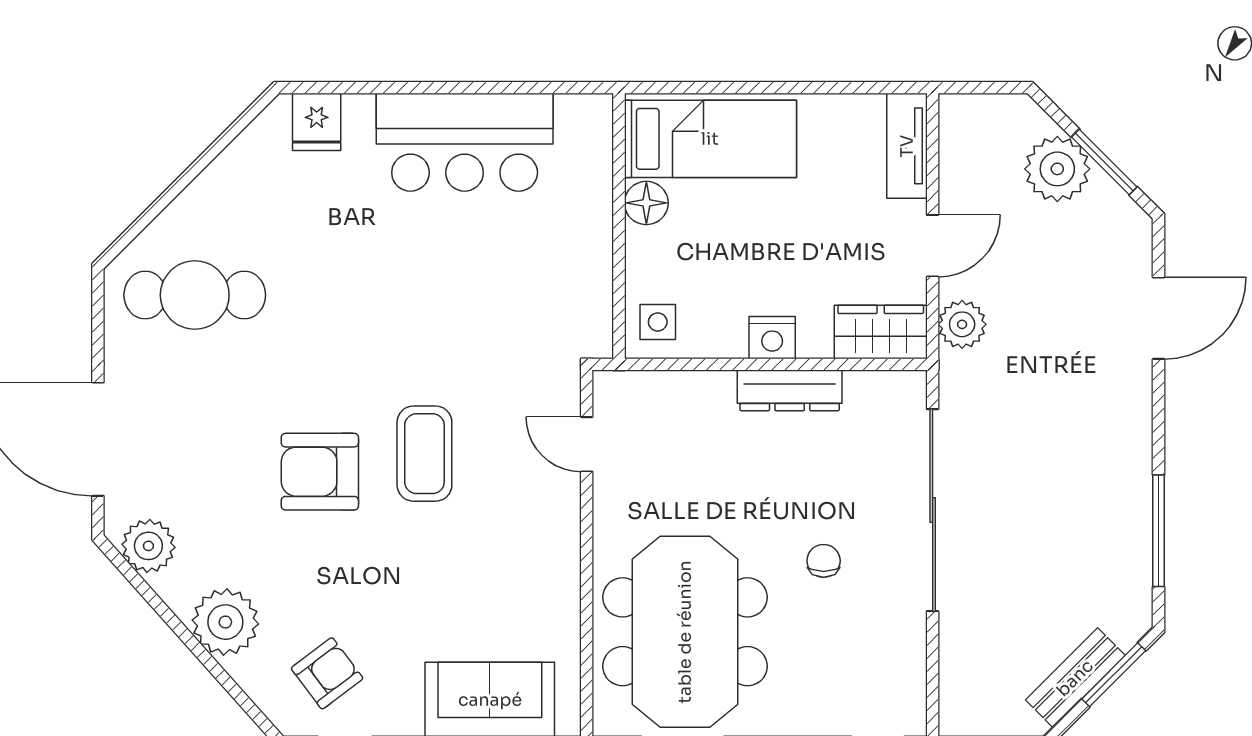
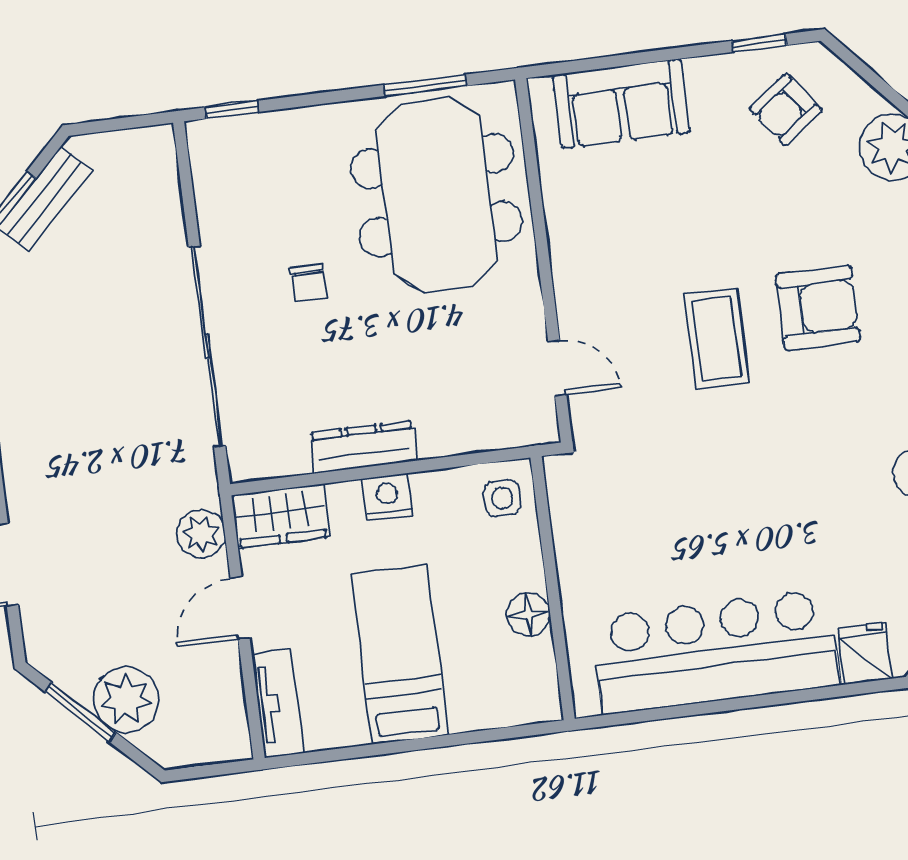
bed: (710, 139) -> (400, 655), moved, turned 90
bar counter: (465, 142) -> (716, 652), width x1.36

